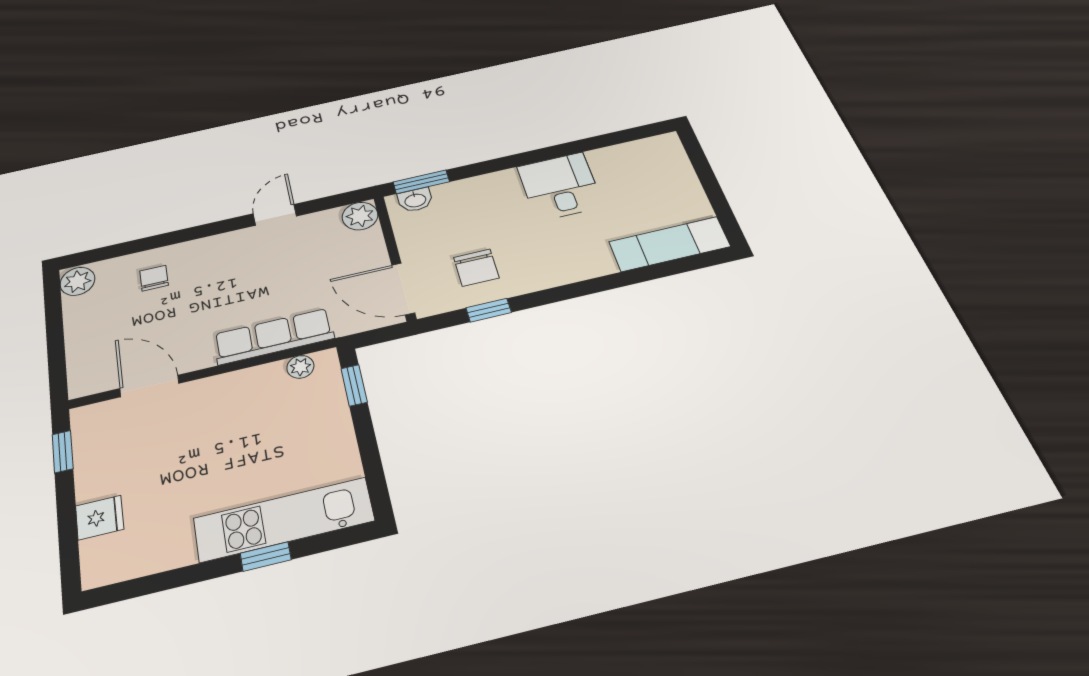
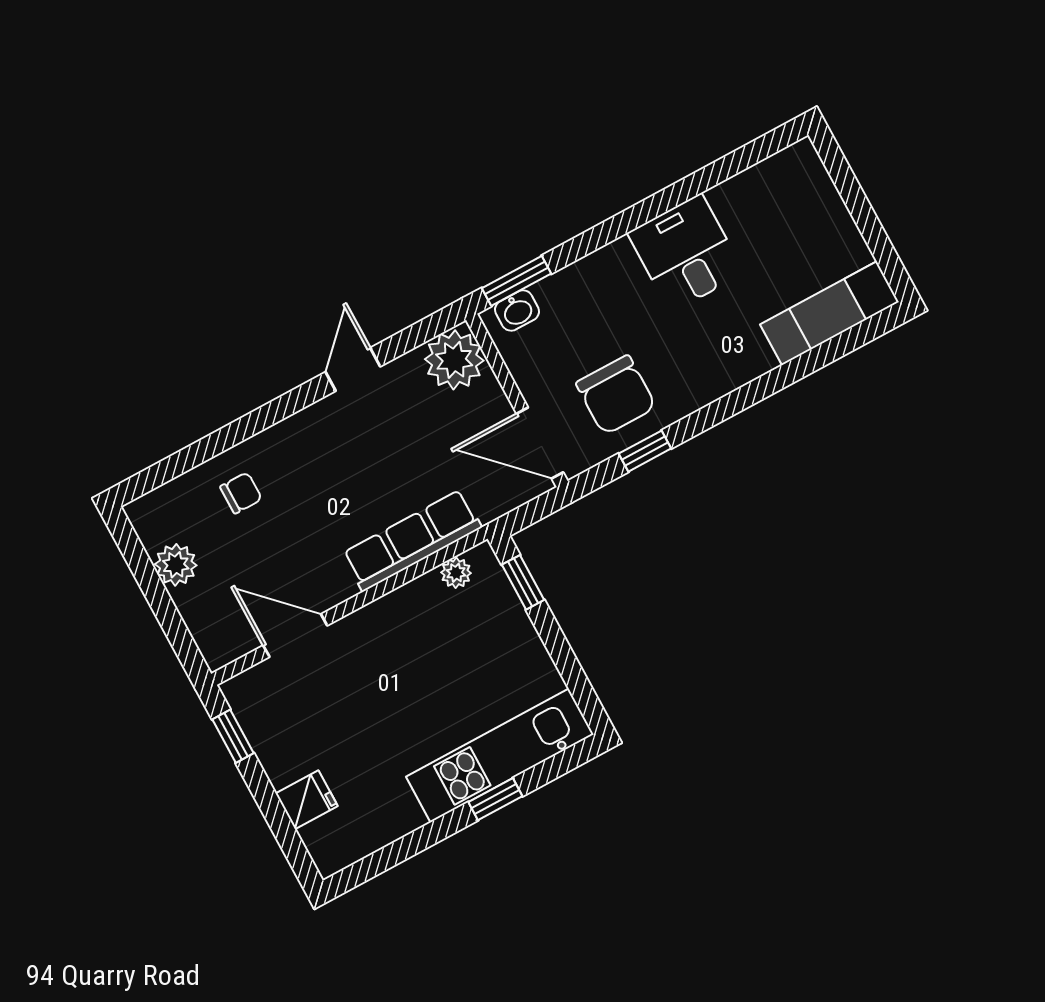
plant: (360, 216) -> (454, 360), width x1.36, depth x1.36
chair: (476, 268) -> (616, 395), width x1.37, depth x1.37
chair: (154, 278) -> (241, 493), turned 90
plant: (78, 281) -> (176, 565), moved

